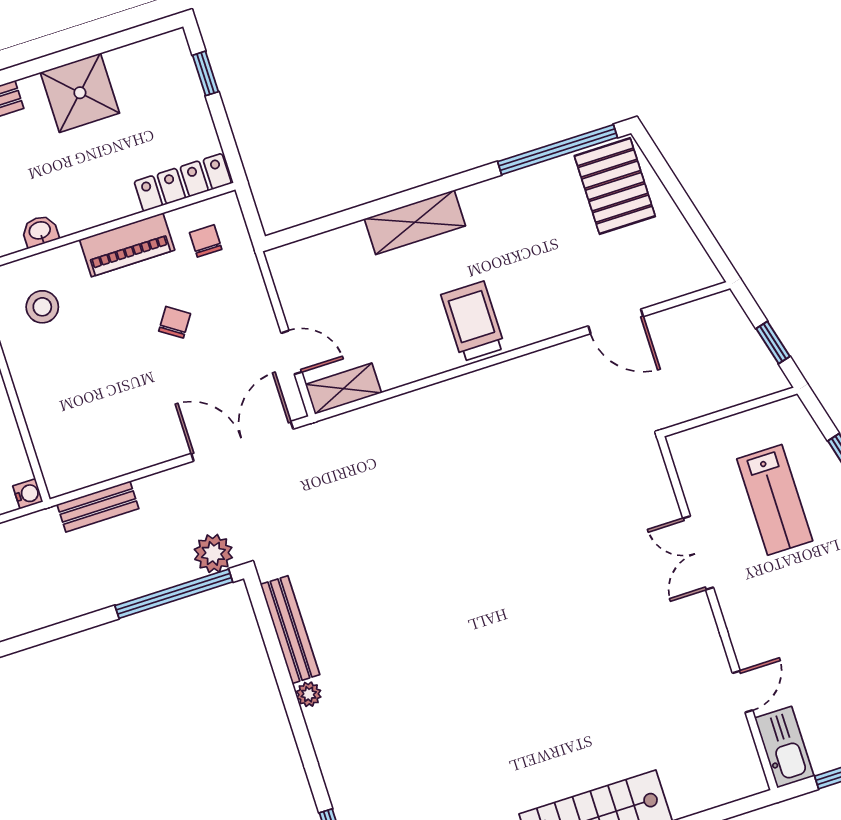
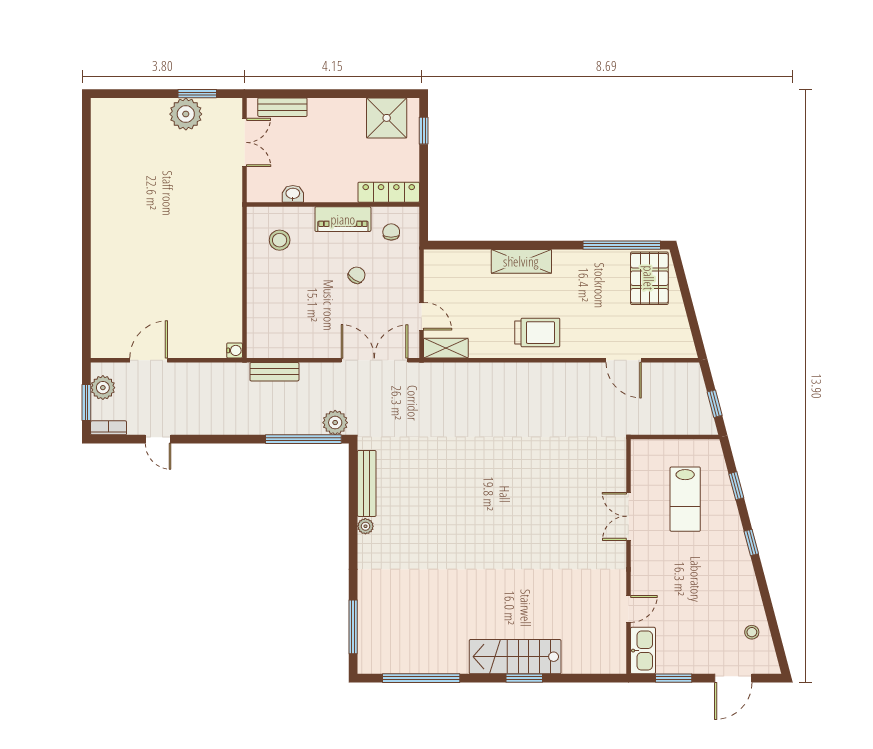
shower: (80, 93) -> (387, 118), moved
trolley: (473, 321) -> (537, 333), turned 90

